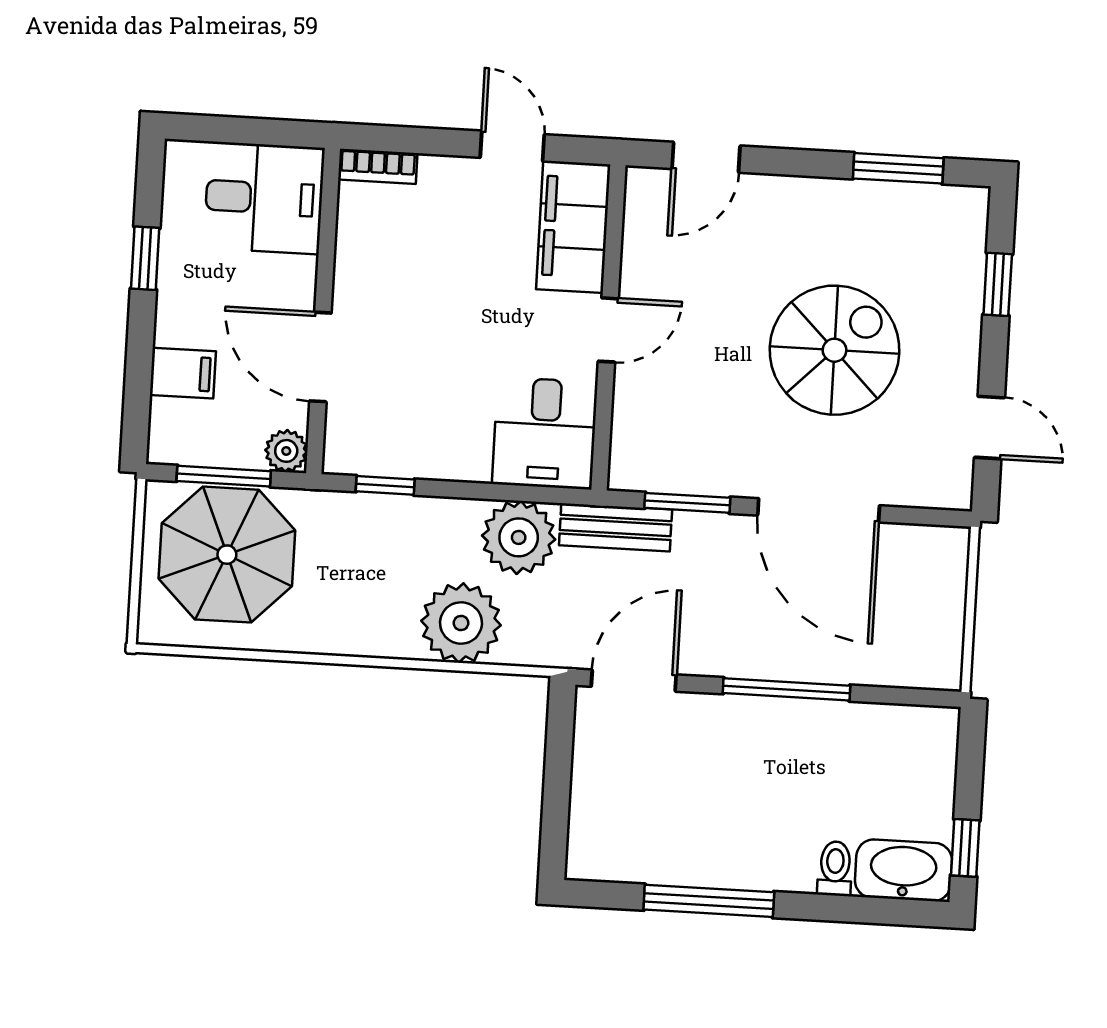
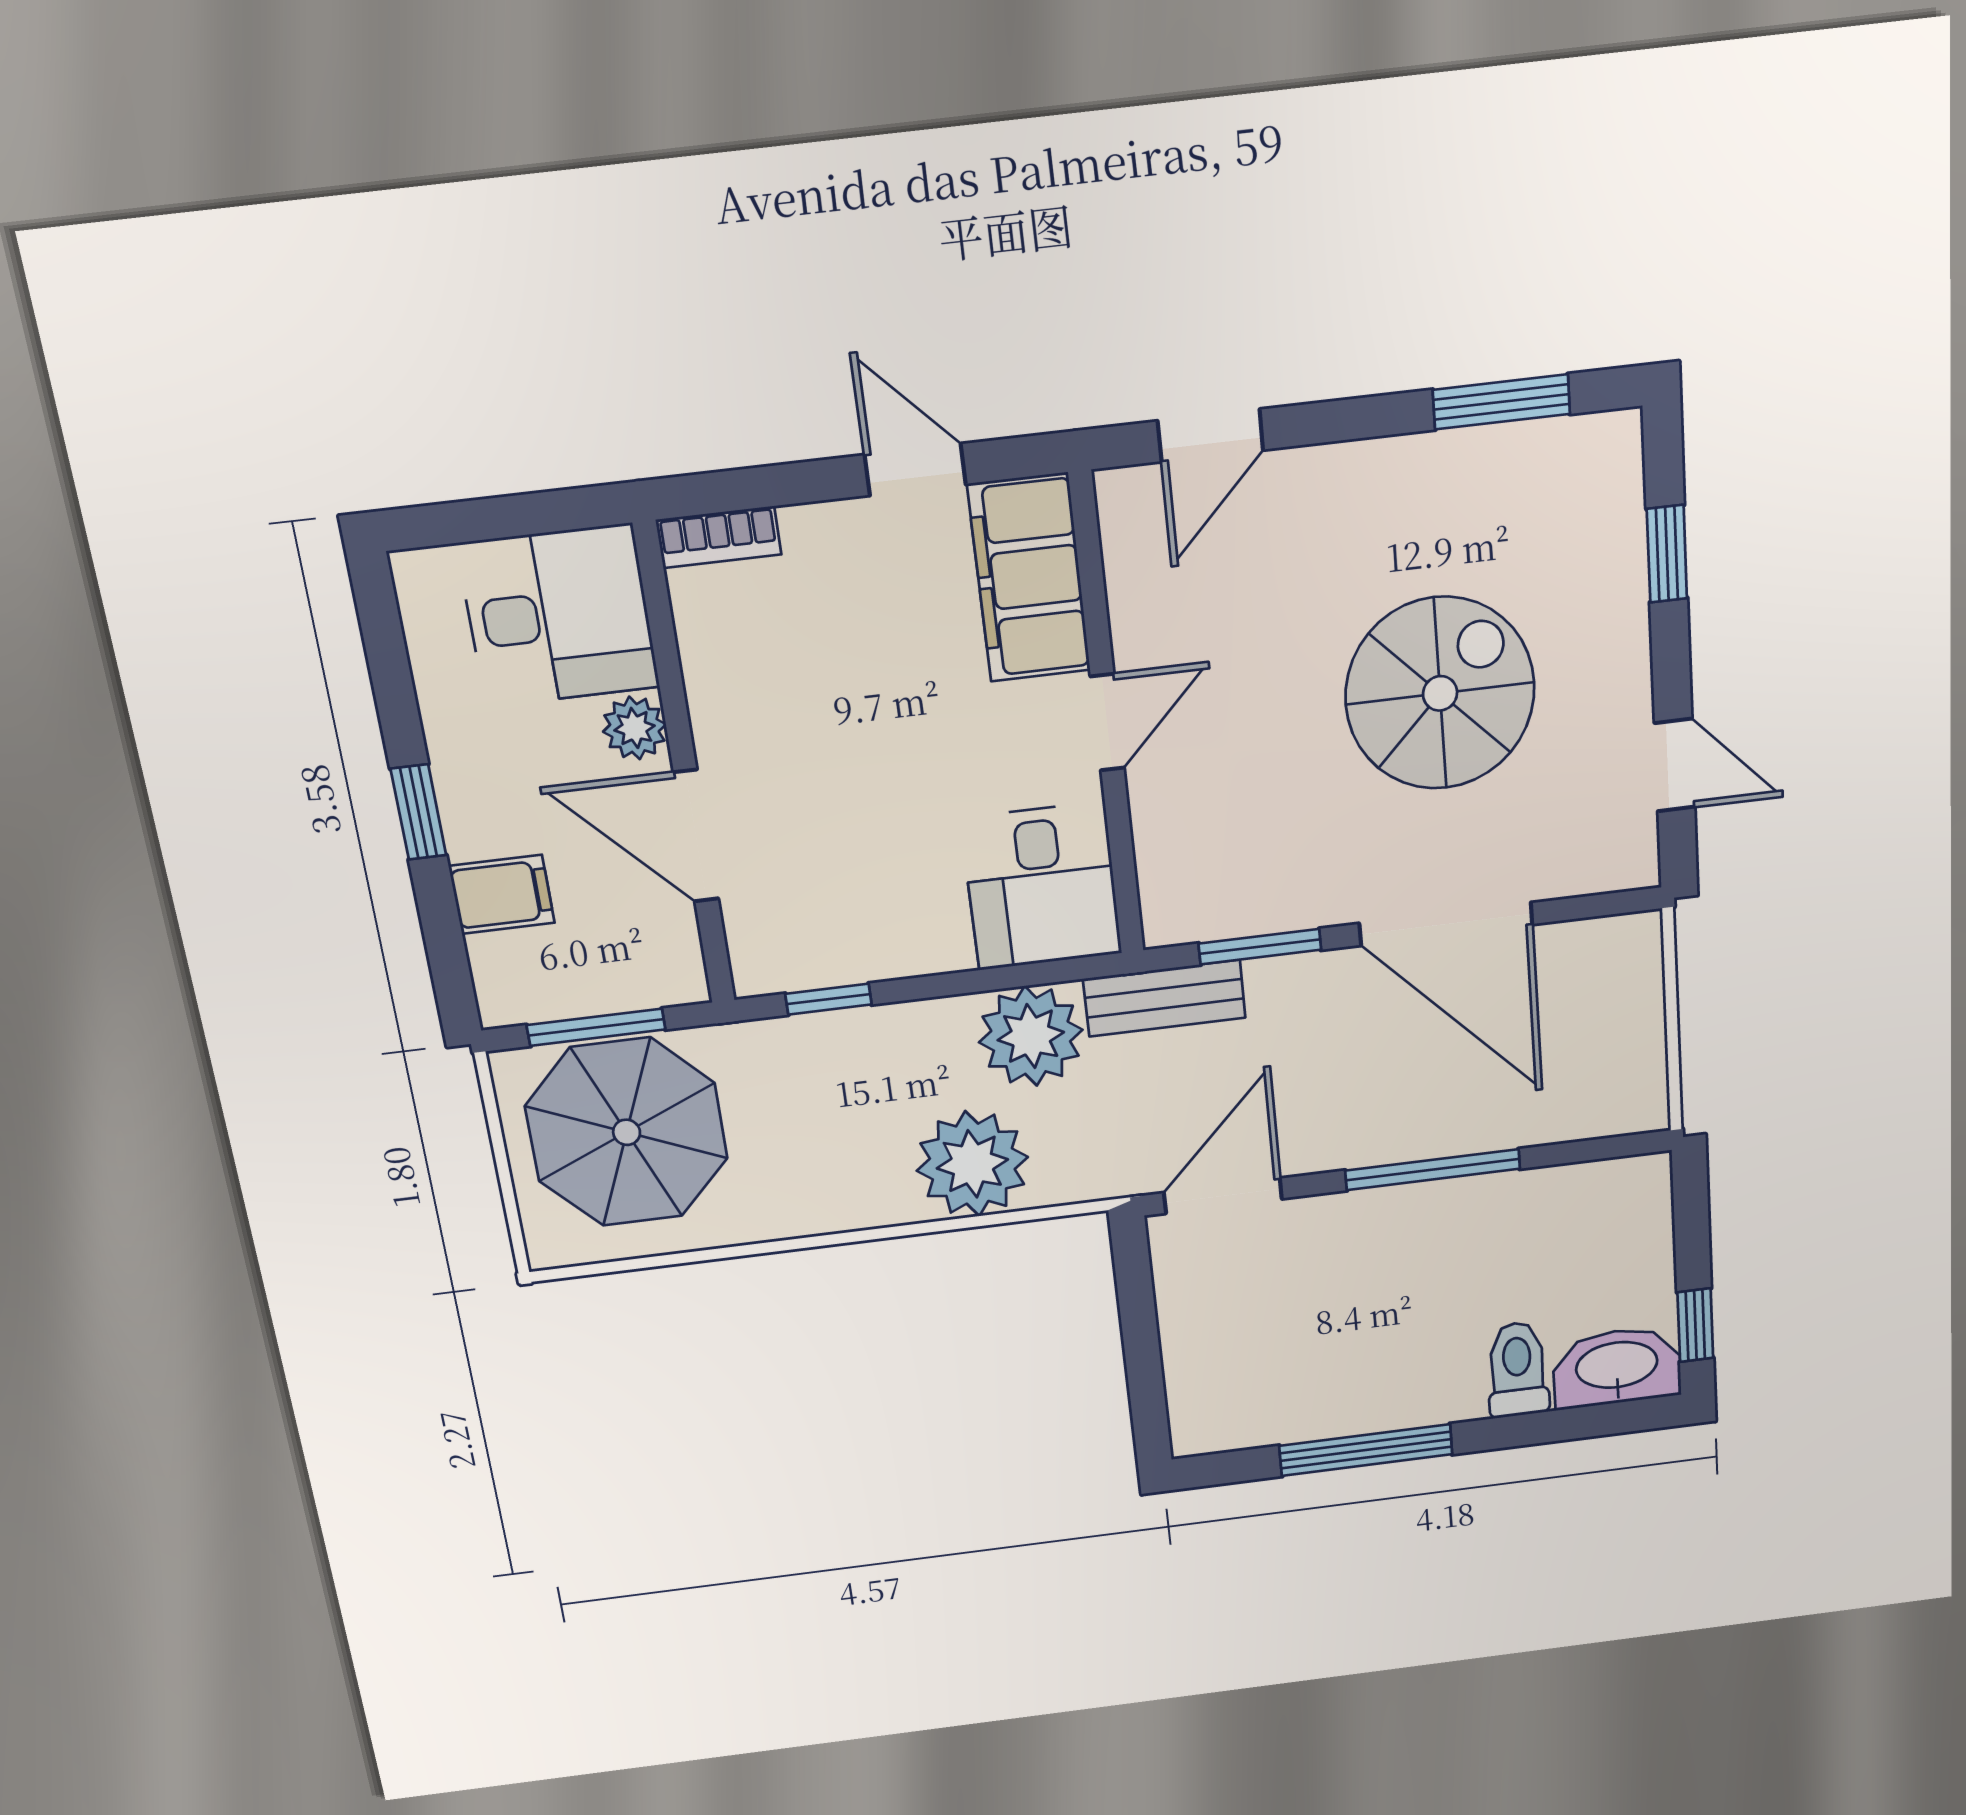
window: (145, 258) -> (418, 812), moved
plant: (286, 451) -> (634, 728), moved
toilet: (835, 869) -> (1517, 1370), width x1.37, depth x1.39

